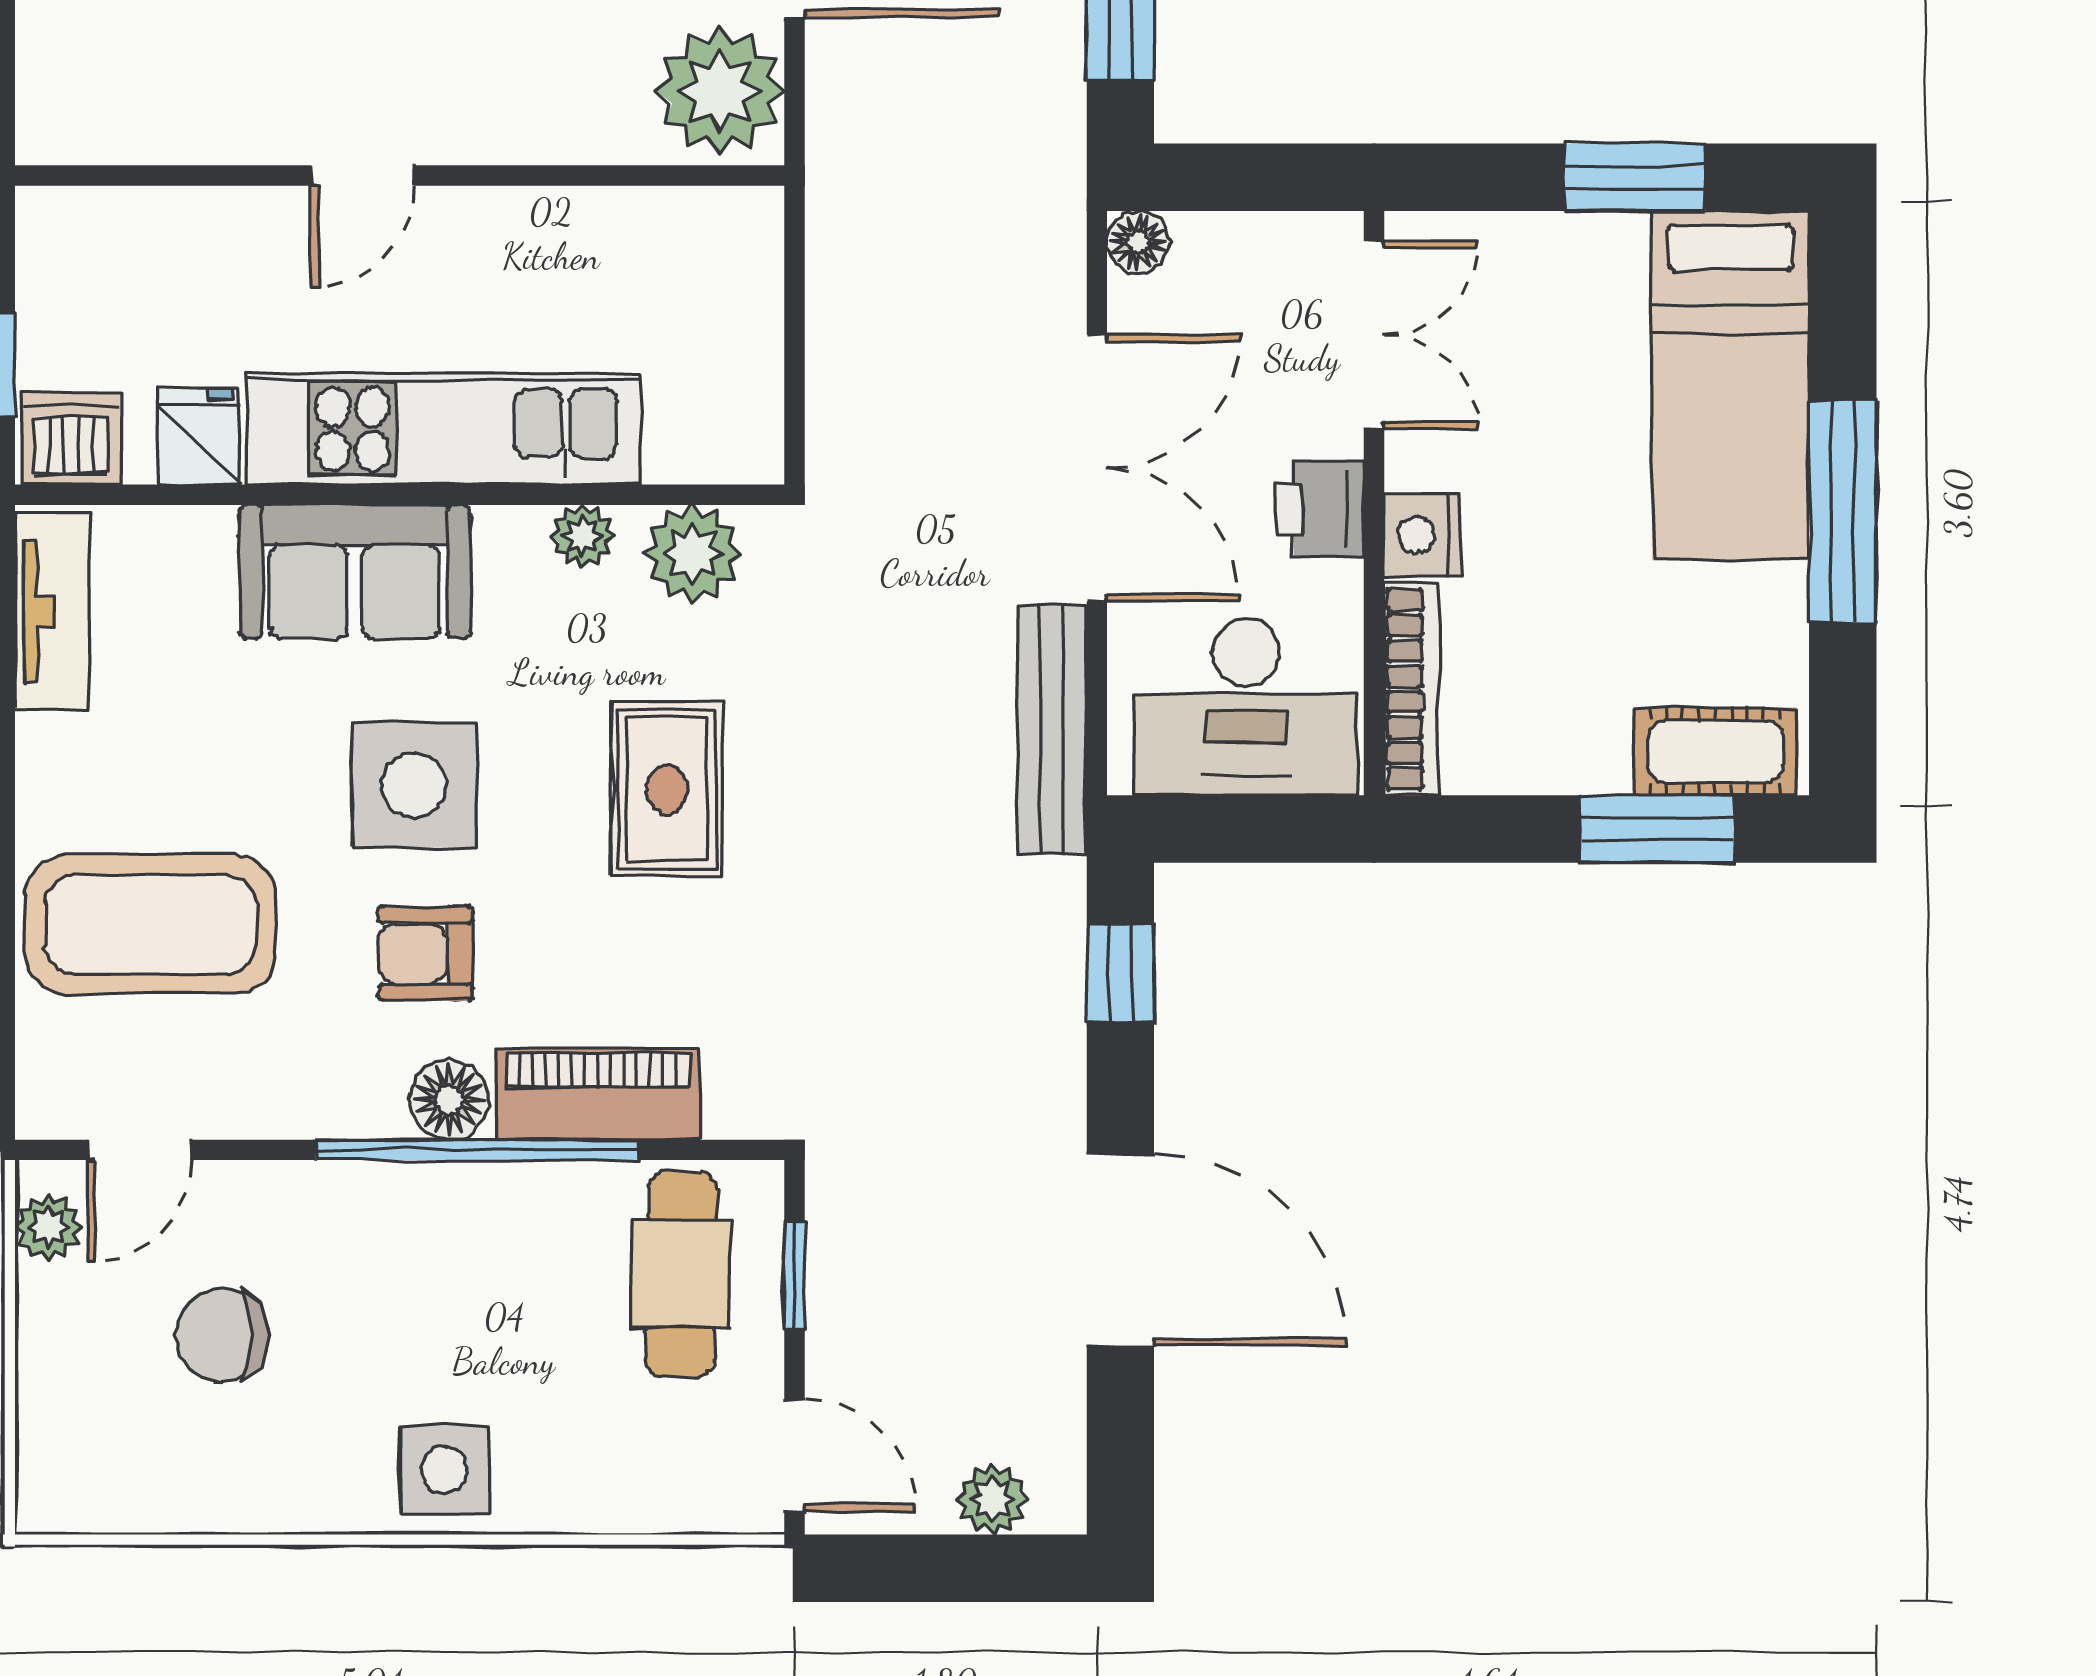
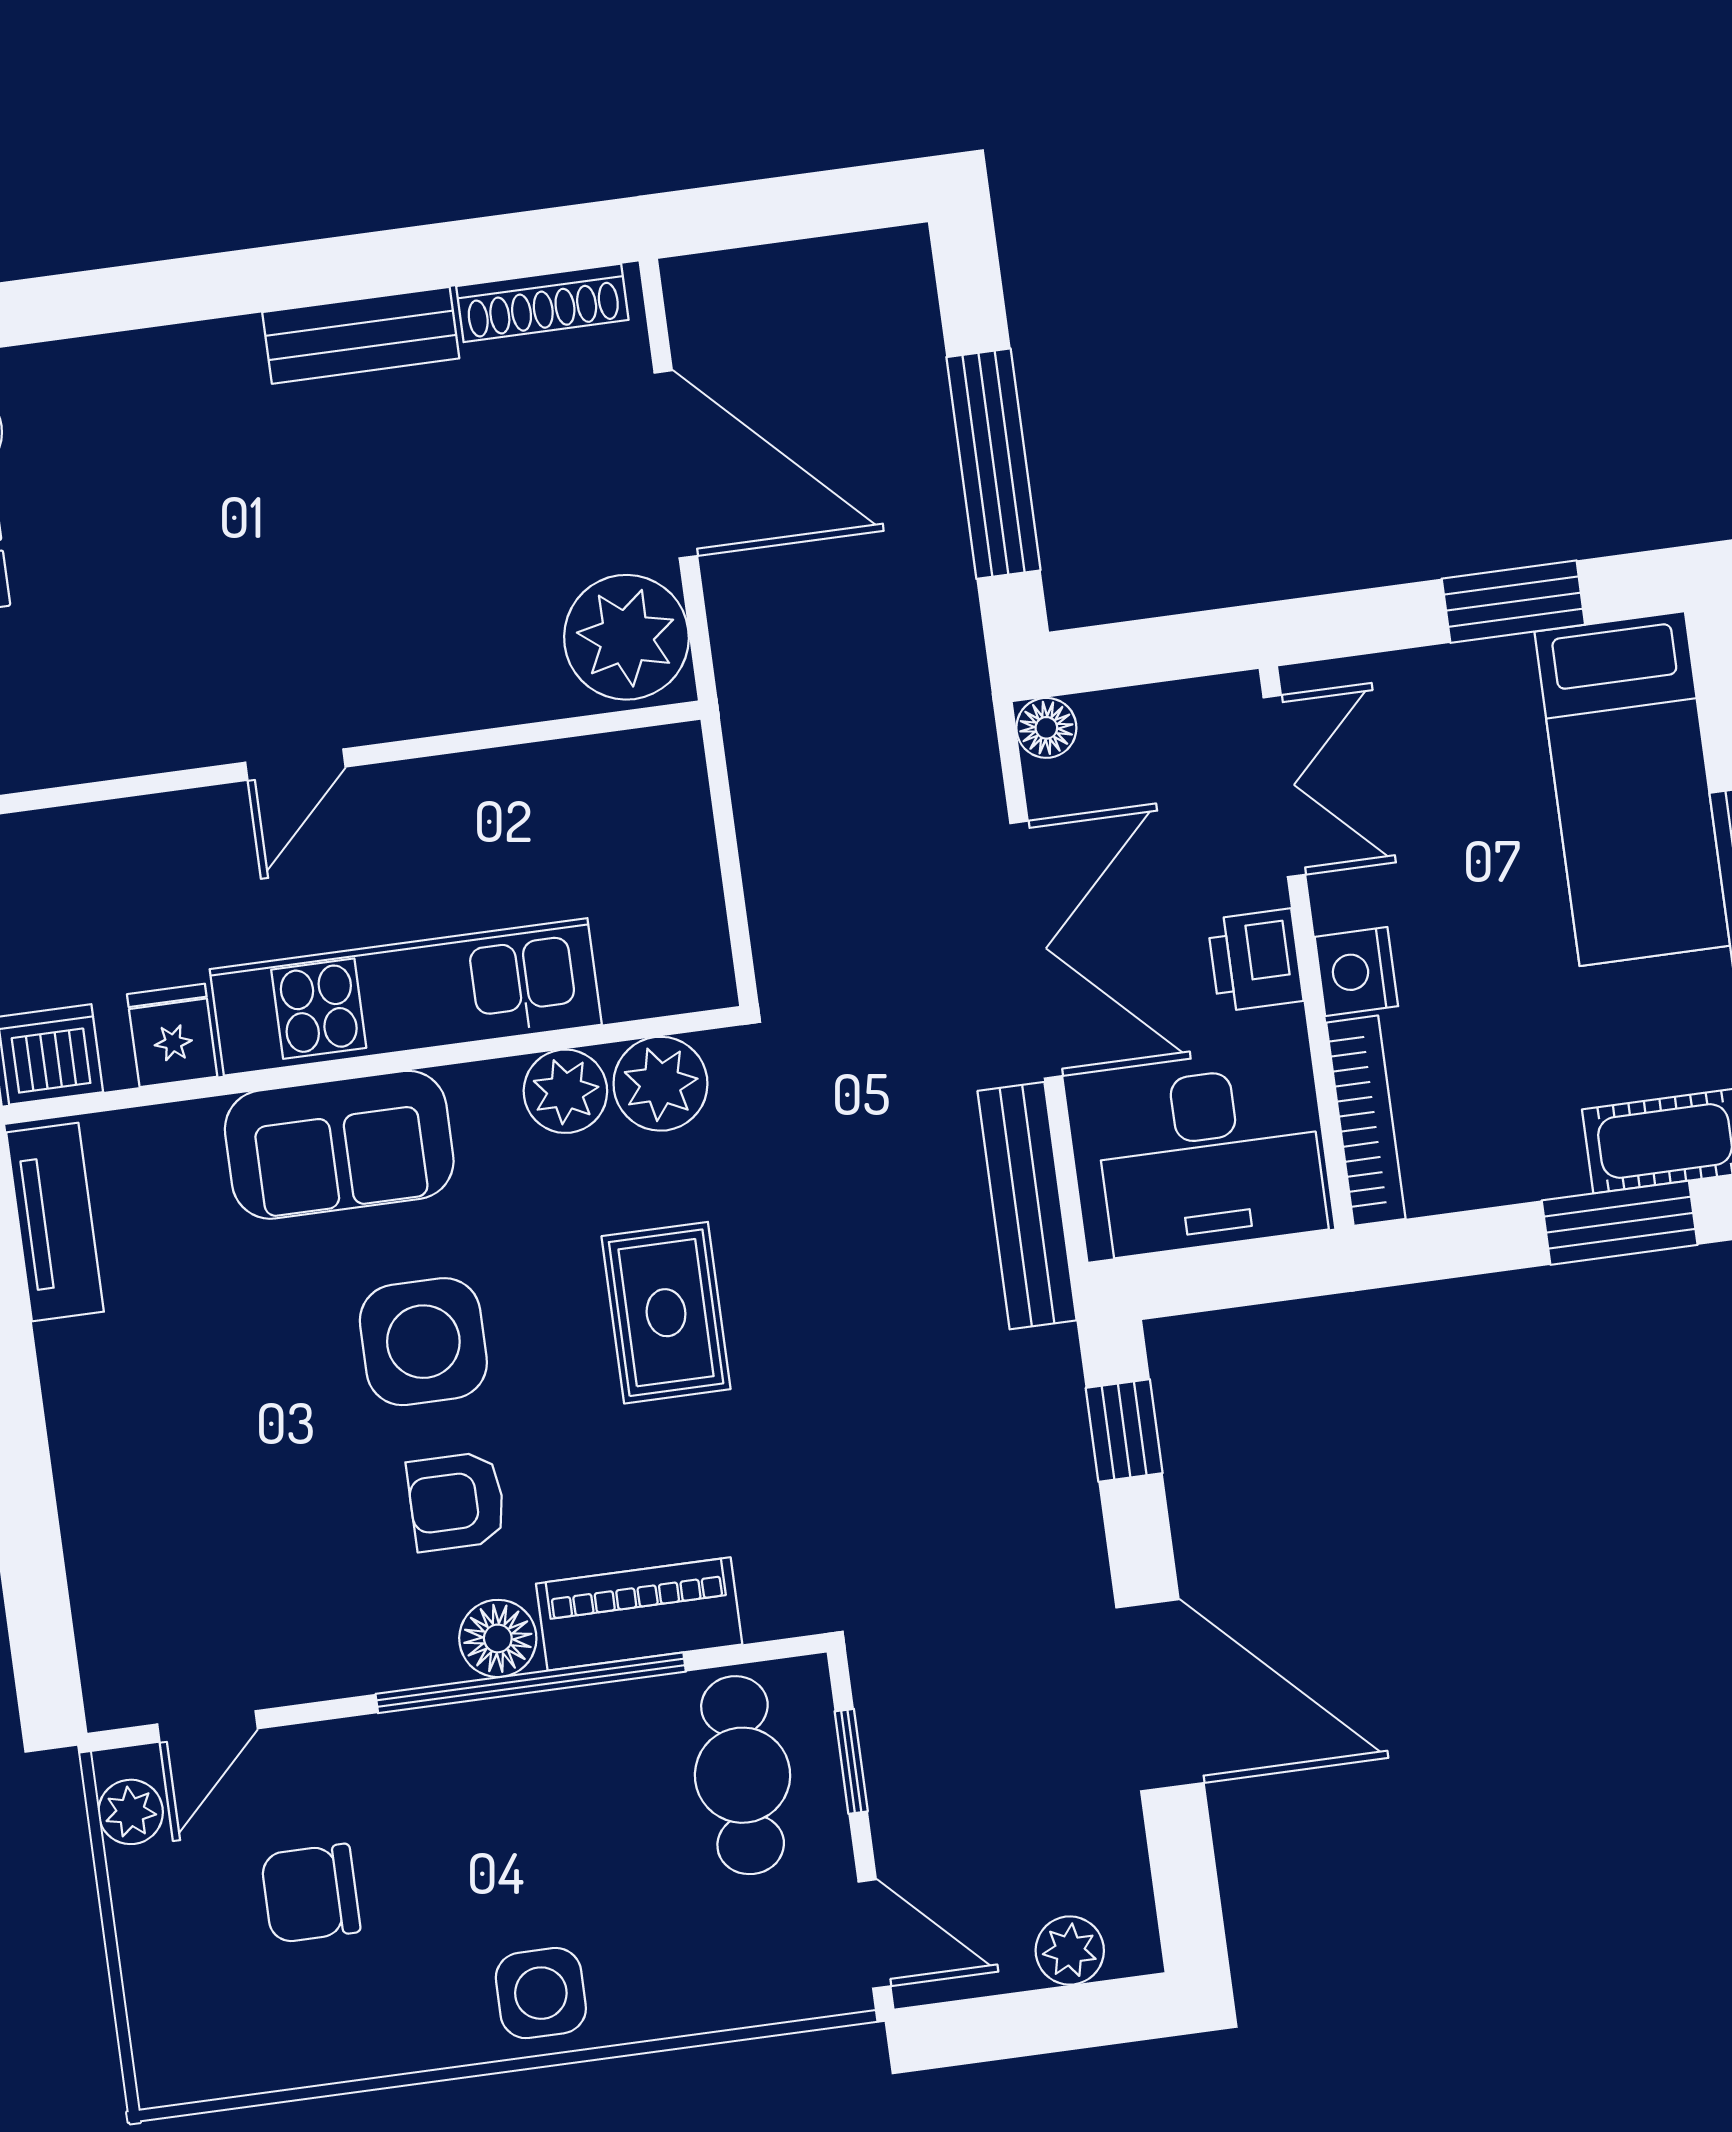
plant: (583, 536) -> (565, 1091), width x1.38, depth x1.38
coffee table: (150, 924) -> (189, 1509), removed

